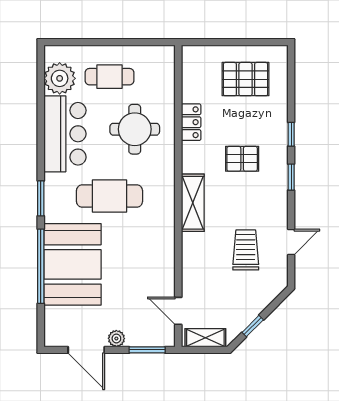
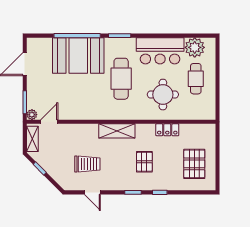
plant: (116, 338) -> (32, 115), moved

